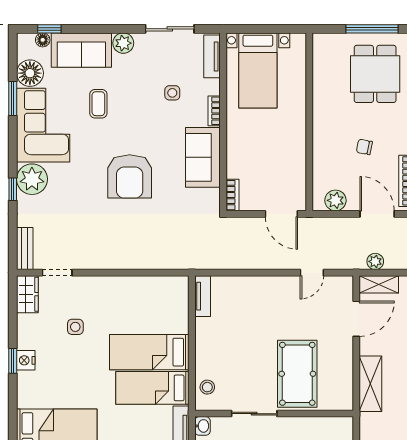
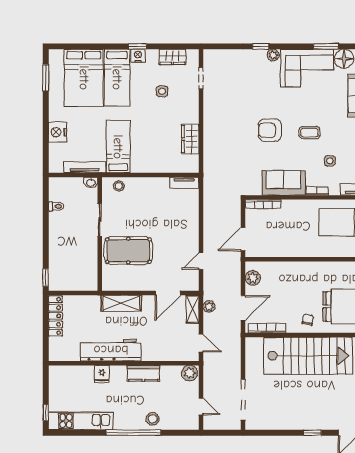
coffee table: (98, 104) -> (309, 133), moved
chair: (364, 147) -> (308, 320), moved
armchair: (130, 176) -> (270, 130), width x0.73, depth x0.73
plant: (32, 179) -> (273, 55), width x0.53, depth x0.53
bookcase: (232, 195) -> (263, 204), width x1.56
bench: (25, 248) -> (218, 55), removed
door: (312, 273) -> (201, 261), hinge flipped
wardrobe: (142, 287) -> (190, 139), added
wardrobe: (27, 294) -> (172, 57), moved
door: (356, 319) -> (168, 293), hinge flipped
bed: (149, 352) -> (117, 78), moved, turned 180

